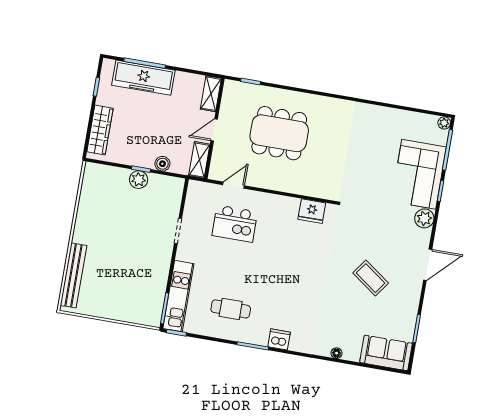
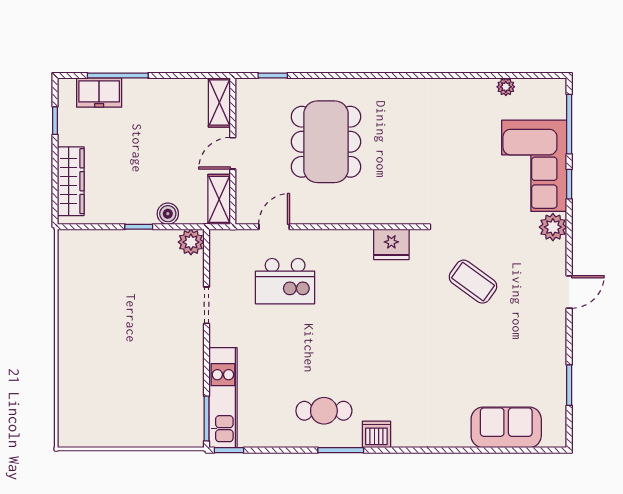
freezer: (143, 78) -> (99, 92), width x0.52, depth x0.79
plant: (444, 123) -> (506, 87), moved
dining table: (279, 133) -> (326, 142), turned 90
plant: (139, 180) -> (191, 242), moved
door: (428, 265) -> (569, 292), width x0.73
bench: (73, 275) -> (69, 394), removed
coffee table: (371, 278) -> (473, 282), moved
cafe table: (231, 309) -> (324, 411), moved
floor lamp: (337, 353) -> (461, 440), removed
sofa: (386, 353) -> (506, 427), moved

